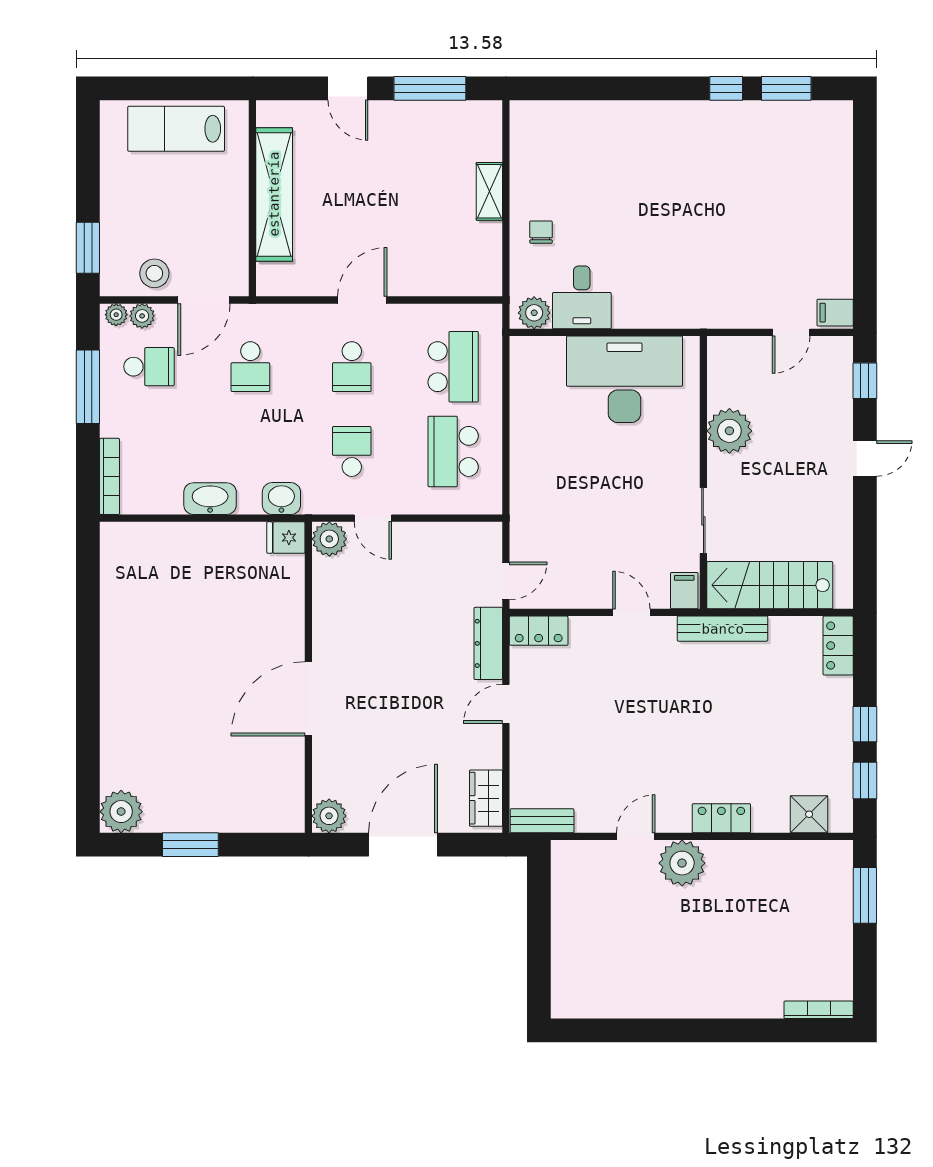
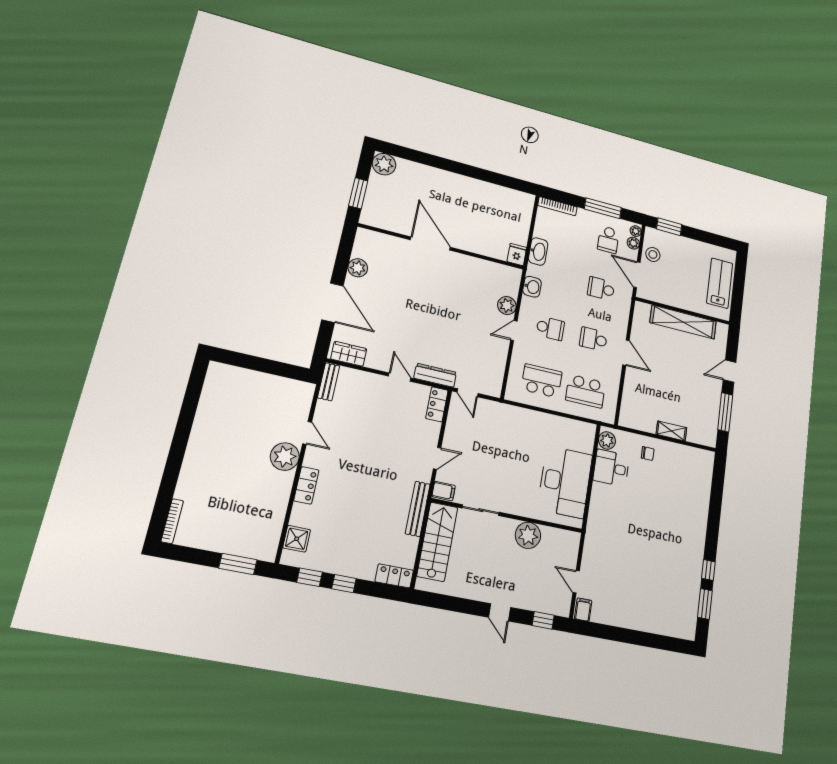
fridge: (286, 538) -> (517, 255), moved
wall: (308, 677) -> (442, 247), moved
door: (308, 699) -> (430, 244), moved

